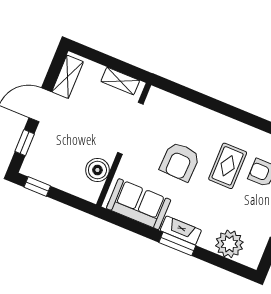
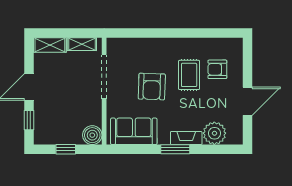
shelving: (68, 77) -> (50, 45), moved, turned 90
boiler: (97, 170) -> (92, 135), moved
window: (37, 186) -> (66, 149), moved
fireplace: (181, 230) -> (186, 138), moved

